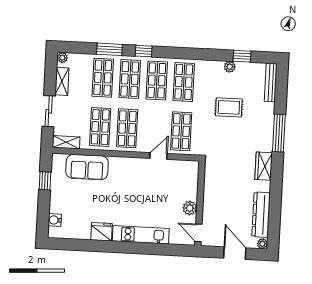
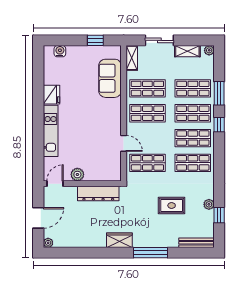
rug: (229, 107) -> (172, 205), turned 90
dresser: (261, 215) -> (98, 193), moved, turned 180

